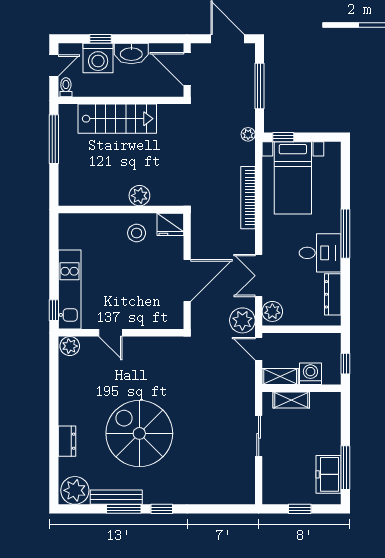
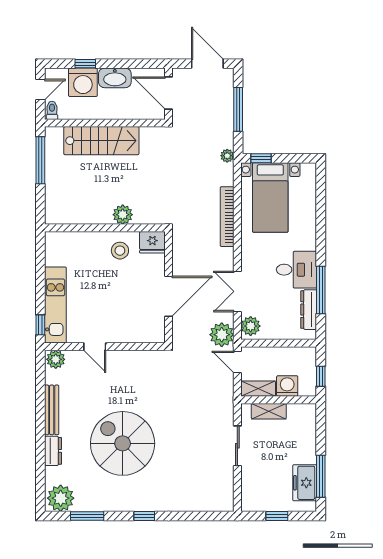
window: (345, 234) -> (321, 290), moved
bench: (116, 497) -> (52, 410), moved, turned 90
window: (124, 509) -> (87, 516), moved

